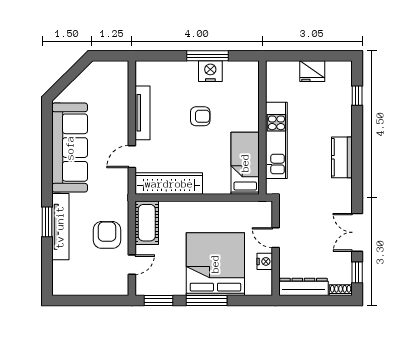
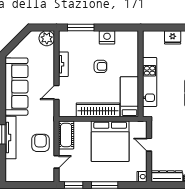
window: (207, 56) -> (81, 27), moved
plant: (117, 72) -> (47, 38), added
tv unit: (142, 113) -> (63, 64), width x0.71
wardrobe: (169, 184) -> (98, 110), moved
nightstand: (265, 261) -> (142, 177), moved
bed: (215, 264) -> (110, 141), moved, turned 180

